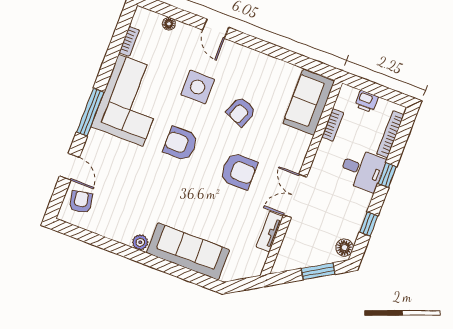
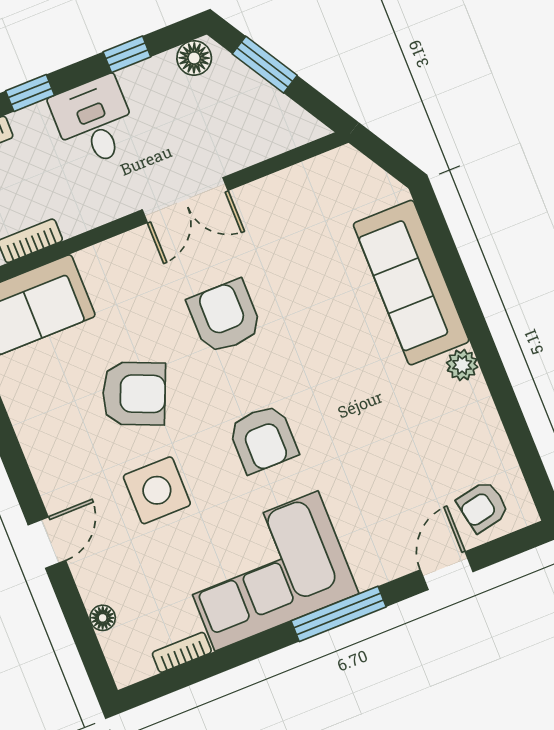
armchair: (241, 111) -> (134, 394), width x1.38, depth x1.38
desk: (362, 170) -> (94, 122), moved
tv unit: (270, 232) -> (272, 189), removed

